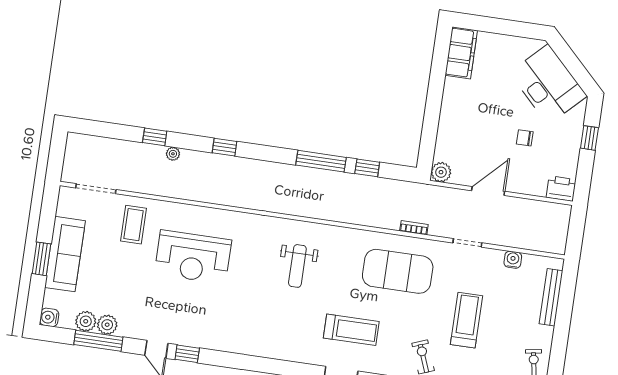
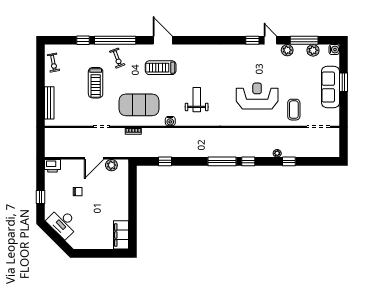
desk: (548, 84) -> (63, 223), width x0.73, depth x0.77
window: (321, 161) -> (222, 161), moved
plant: (441, 172) -> (111, 165), moved
water cooler: (513, 260) -> (170, 121), moved
plant: (107, 325) -> (287, 50), moved

